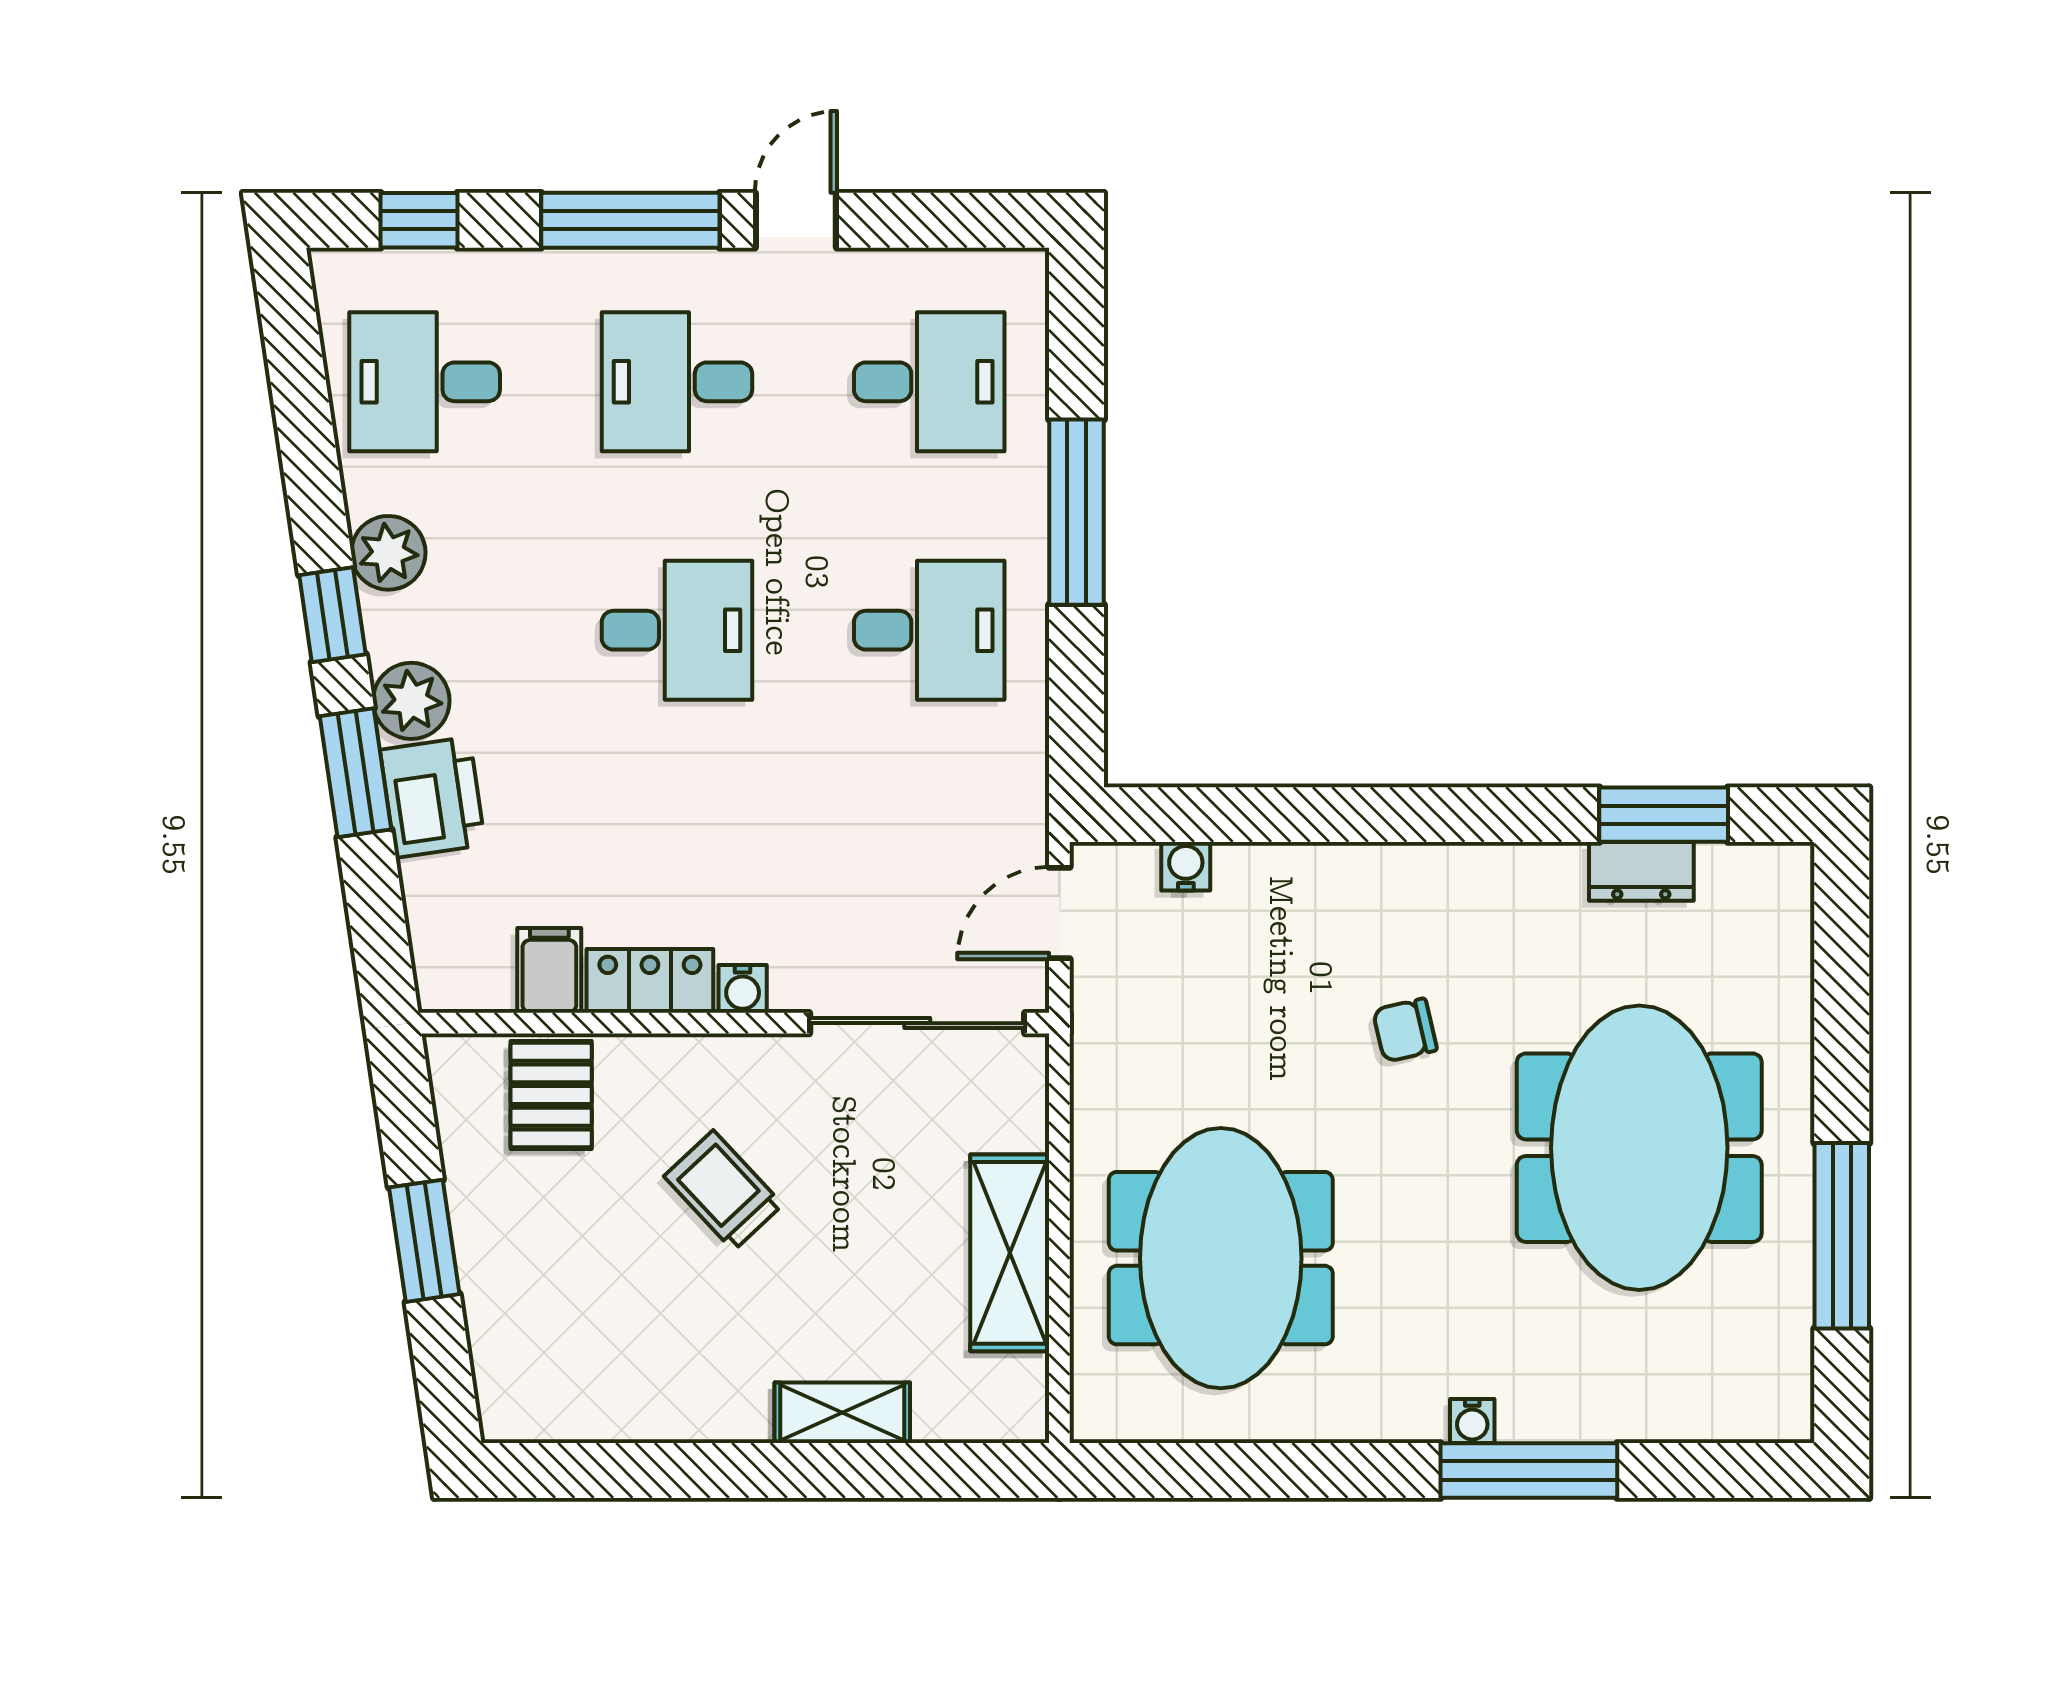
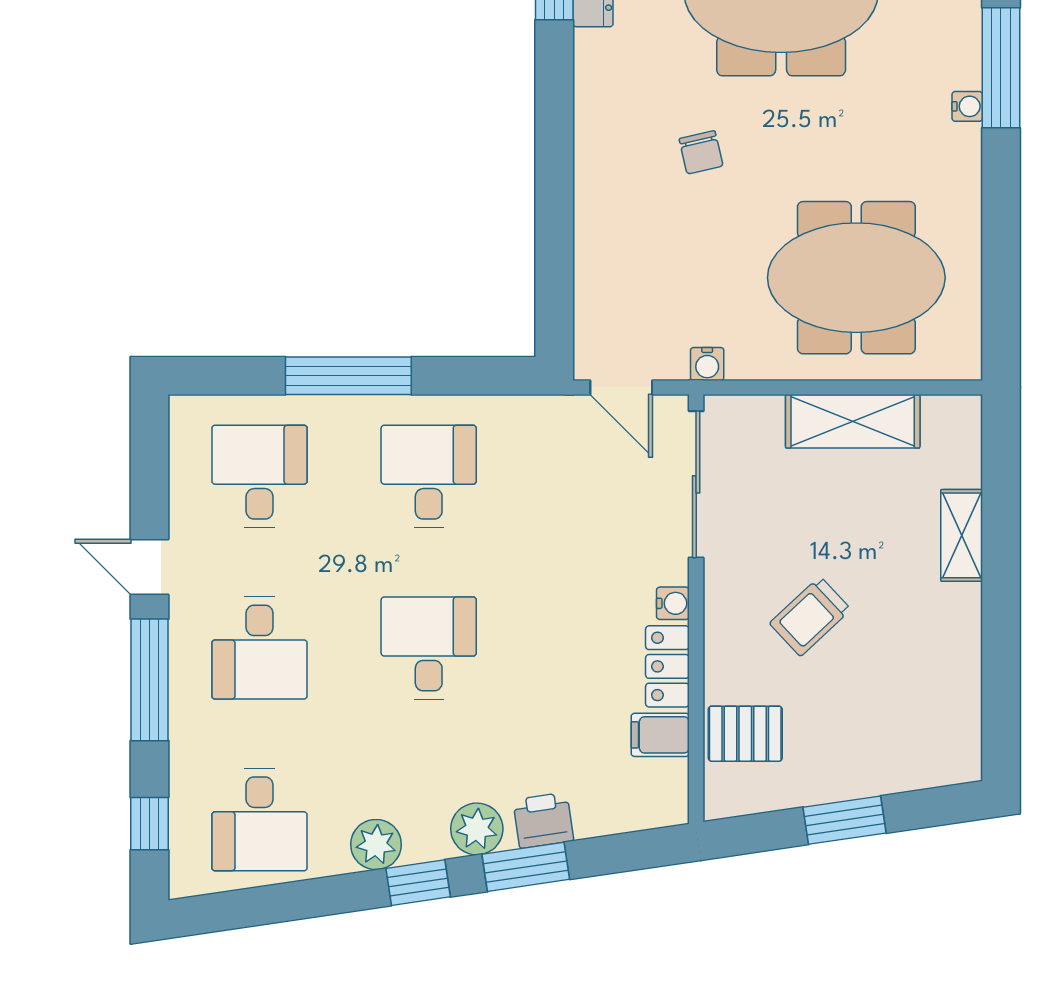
printer: (433, 797) -> (543, 820), width x0.73, depth x0.81
water cooler: (1186, 866) -> (707, 364), moved, turned -90

